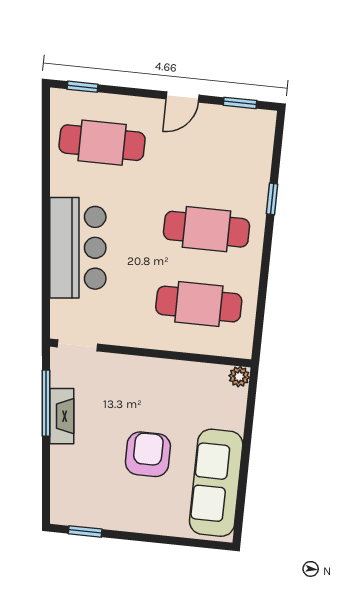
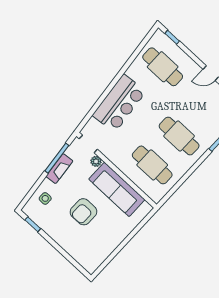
plant: (239, 377) -> (96, 161), moved
armchair: (148, 454) -> (83, 212), turned 180
side table: (74, 478) -> (45, 198), added
sofa: (216, 483) -> (117, 189), moved, turned -90

